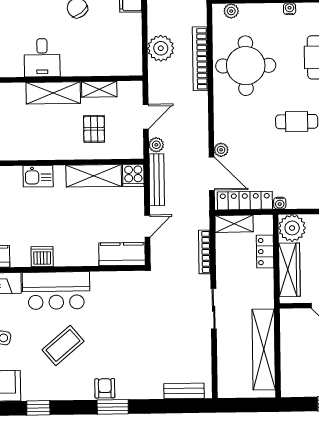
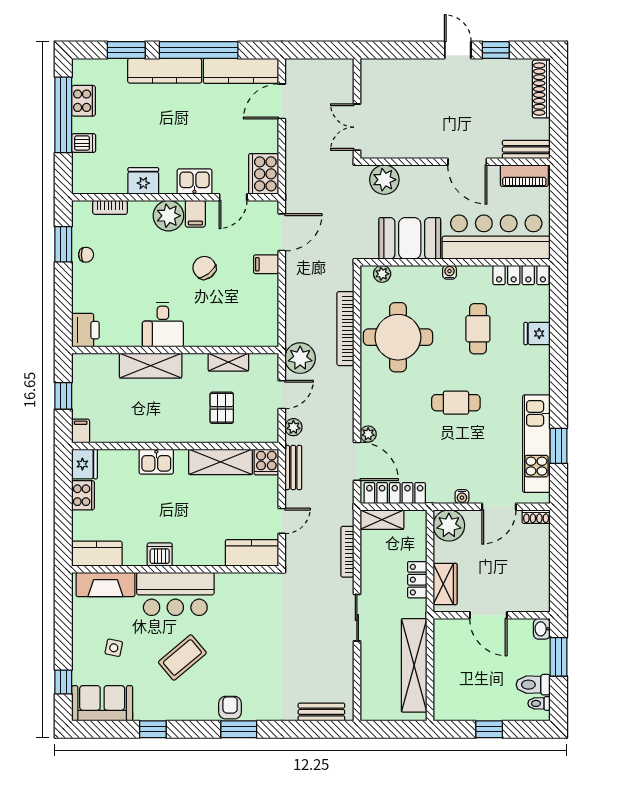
plant: (161, 48) -> (300, 358), moved
shelving: (53, 93) -> (151, 366), moved
bench: (157, 180) -> (293, 467), width x0.73
water cooler: (280, 203) -> (462, 497), moved
locker: (265, 252) -> (417, 580), moved
wardrobe: (289, 270) -> (445, 584), width x0.67

